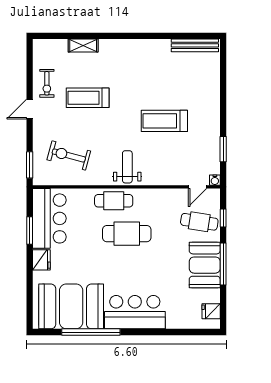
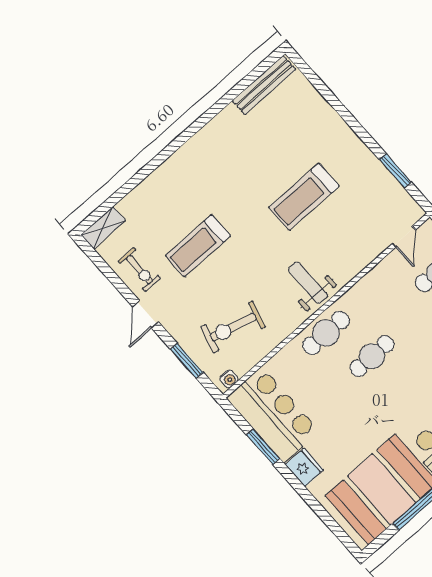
shelving: (83, 45) -> (103, 228), moved
window: (30, 165) -> (187, 361), moved
water cooler: (215, 180) -> (229, 379), moved
cafe table: (127, 234) -> (372, 356), width x0.73, depth x0.74

